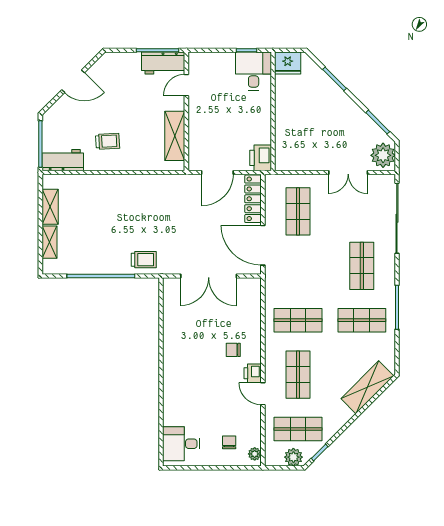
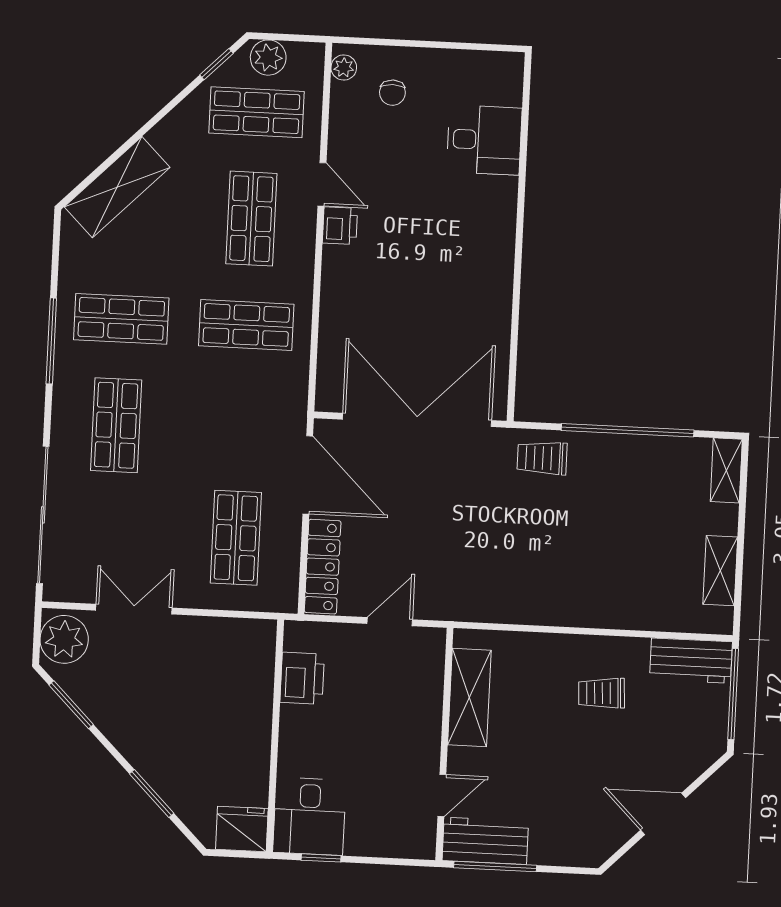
printer: (261, 158) -> (302, 678), moved
door: (217, 172) -> (390, 622), width x0.73
shelving: (49, 242) -> (726, 470), moved
double door: (209, 276) -> (417, 420), width x1.36
chair: (233, 350) -> (376, 273), removed
desk: (181, 444) -> (484, 140), moved

